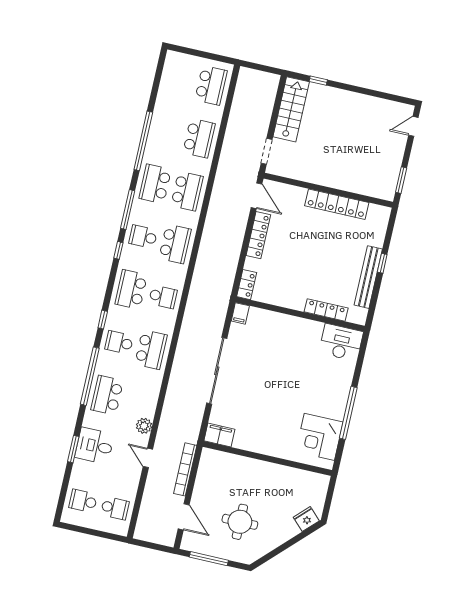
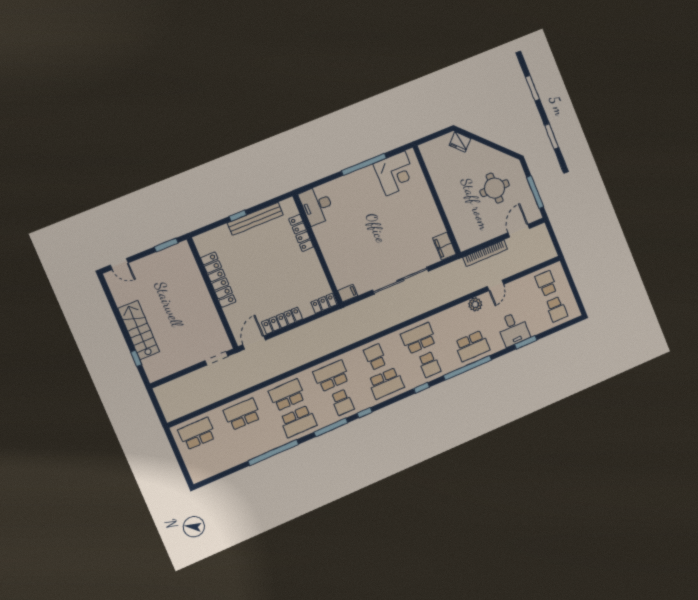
stairs: (291, 109) -> (139, 330), moved, turned 90

